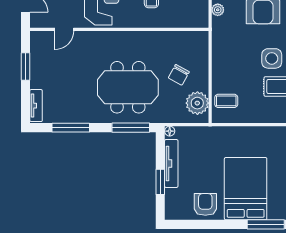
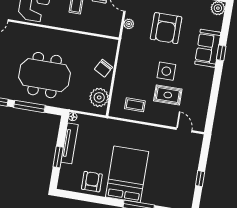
chair: (179, 75) -> (103, 68), moved
coffee table: (226, 101) -> (135, 105), moved
window: (131, 128) -> (29, 106), moved

